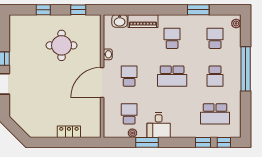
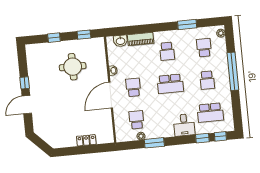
school desk: (172, 38) -> (167, 51), turned 180
desk: (159, 125) -> (184, 125), moved

